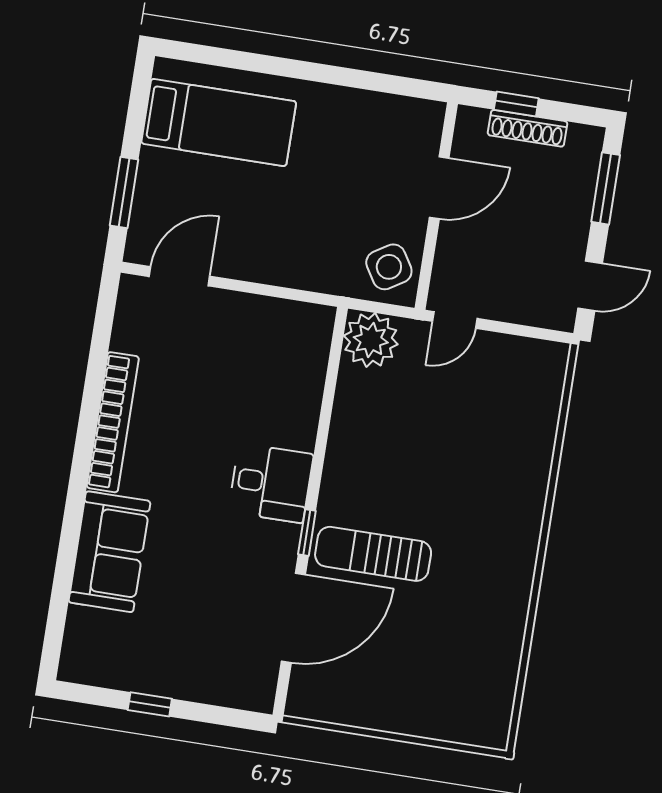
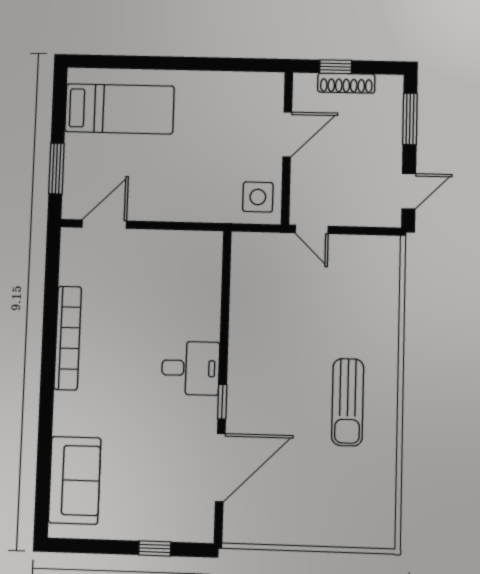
side table: (389, 267) -> (258, 197), turned 32
door: (455, 320) -> (312, 229), hinge flipped
plant: (371, 340) -> (251, 252), removed
sofa: (109, 552) -> (75, 480), moved
sun lounger: (373, 554) -> (348, 402), moved, turned -90
window: (150, 704) -> (155, 548), moved

